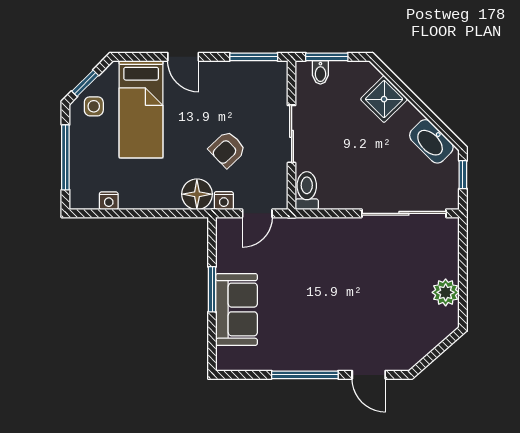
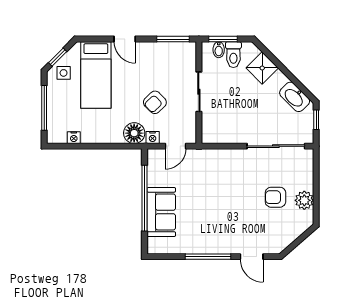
toilet: (307, 191) -> (233, 55), moved, turned 180
armchair: (403, 288) -> (275, 197), added
window: (212, 289) -> (144, 198), width x2.11

